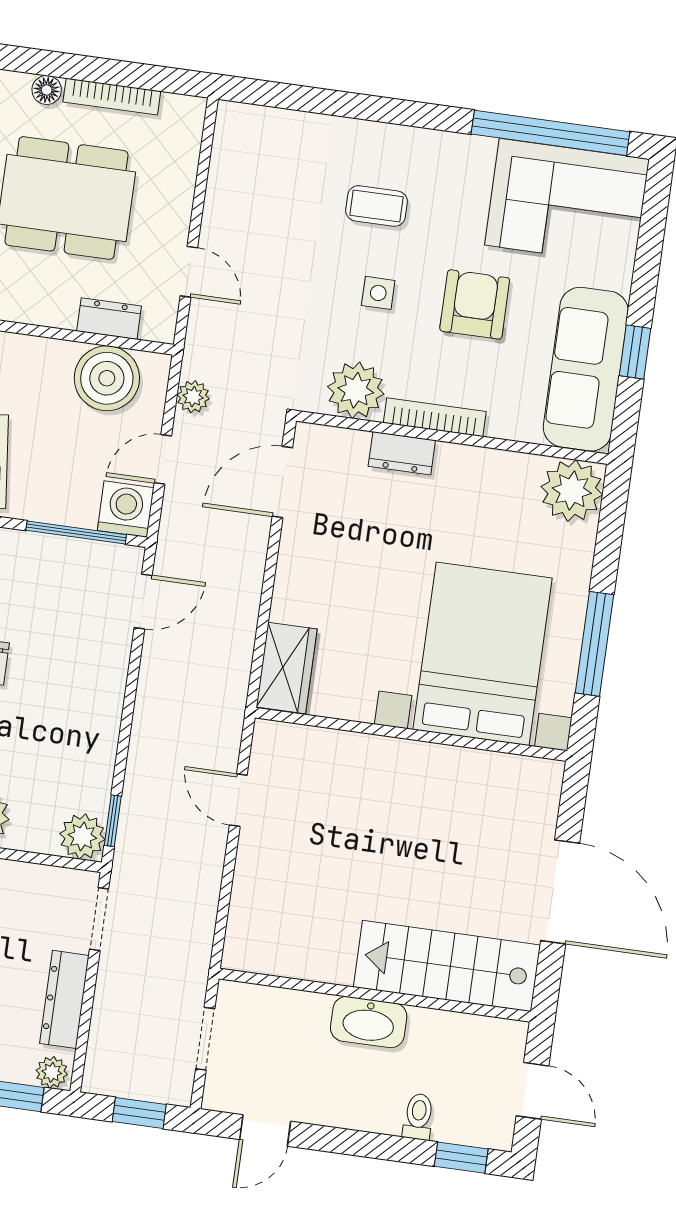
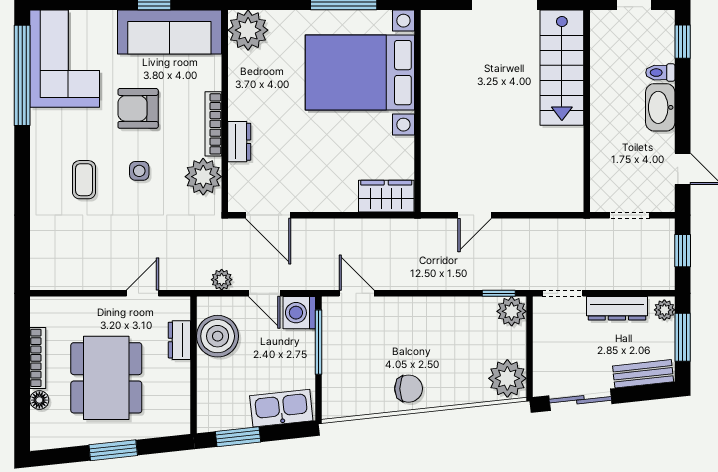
washbasin: (369, 1022) -> (660, 107), moved, turned 180

